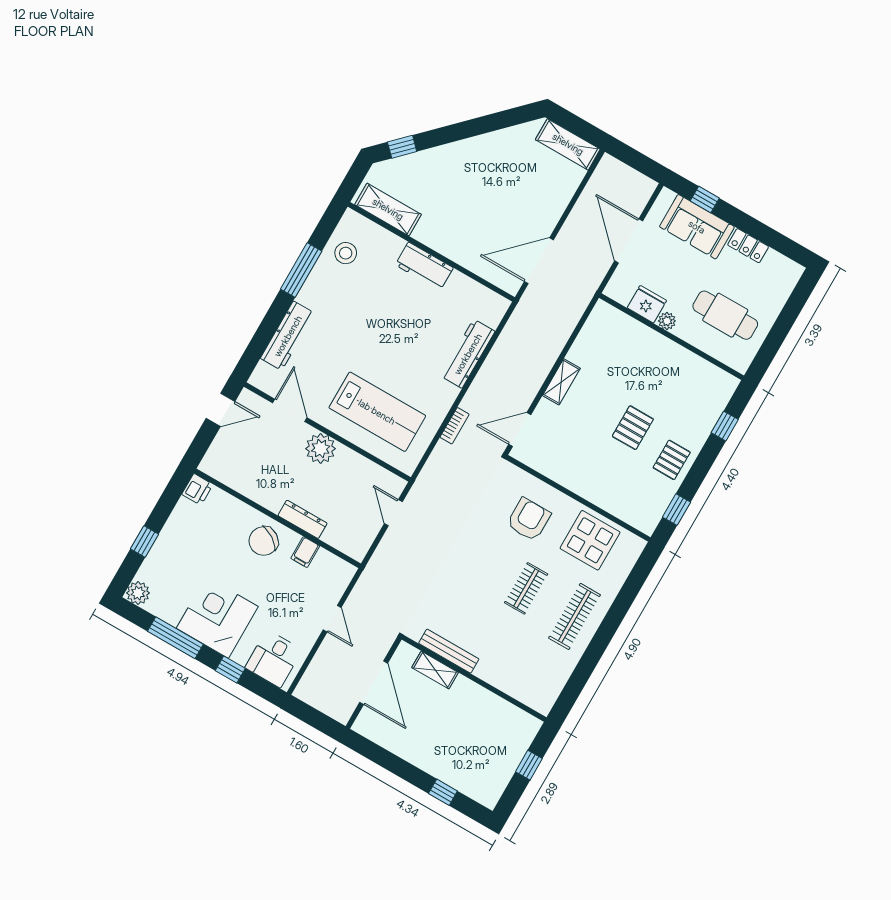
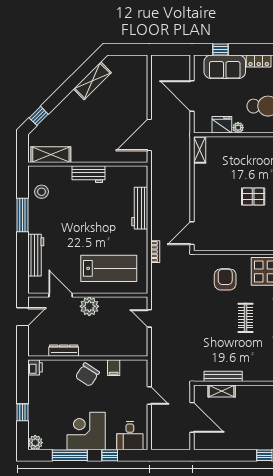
shelving: (568, 144) -> (92, 81), moved, turned -45
shelving: (561, 382) -> (200, 150), moved
pallet: (633, 428) -> (253, 197), turned 90
dresser: (303, 519) -> (64, 351), moved

